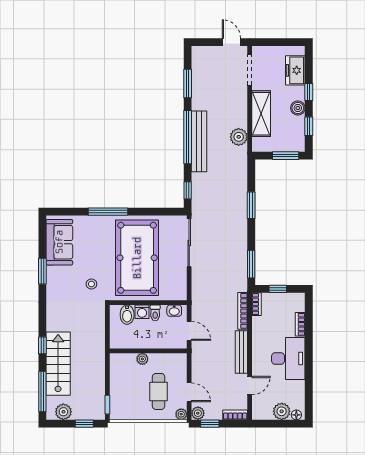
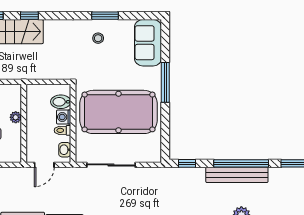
sofa: (59, 242) -> (148, 43), moved, turned 90
sliding door: (189, 243) -> (111, 165), moved
stool: (91, 284) -> (98, 38), moved

